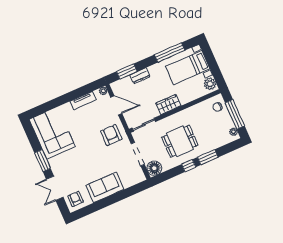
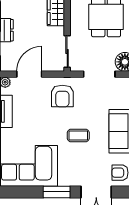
armchair: (111, 135) -> (62, 96), turned -90
coffee table: (89, 158) -> (78, 136), added

